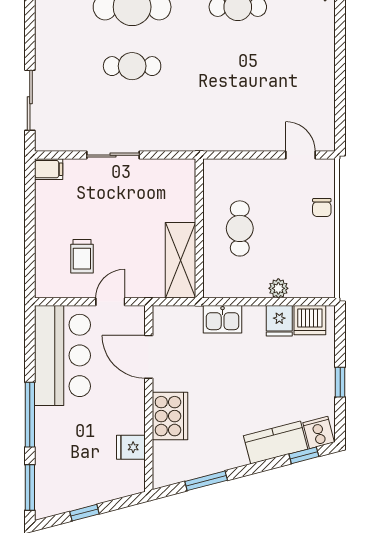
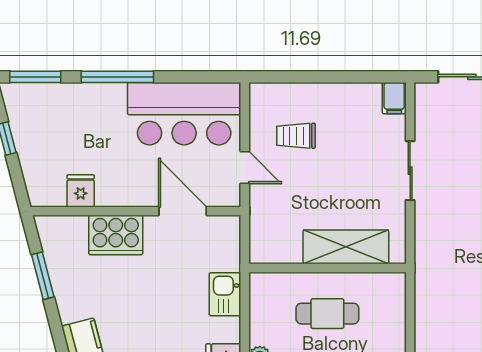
shelving: (181, 260) -> (346, 247), moved
door: (149, 357) -> (183, 211), hinge flipped

